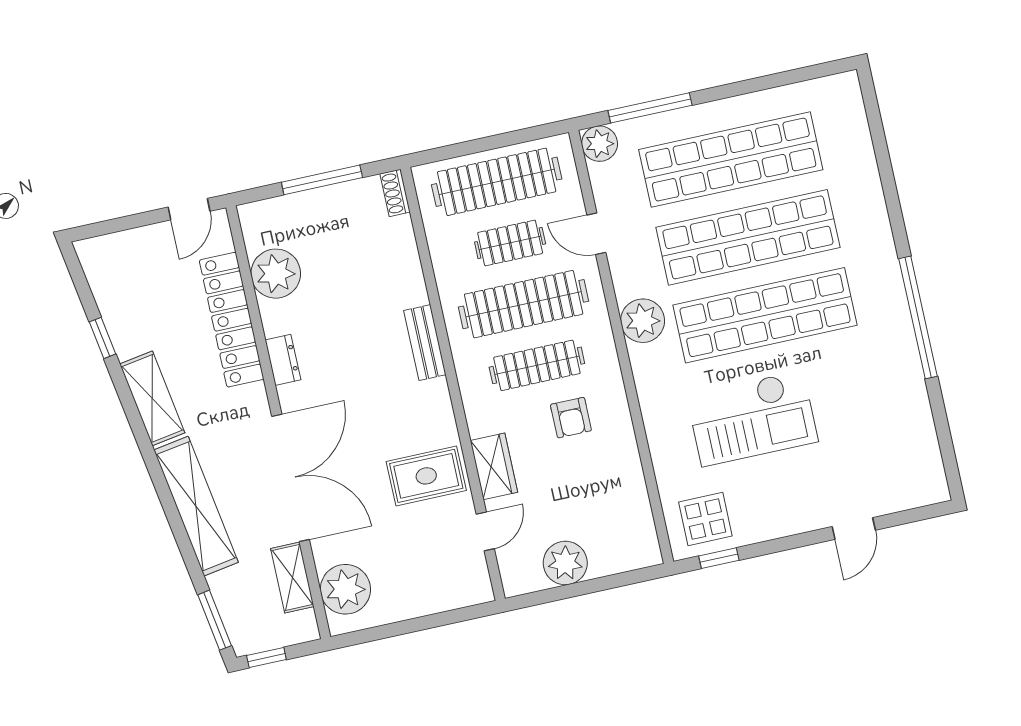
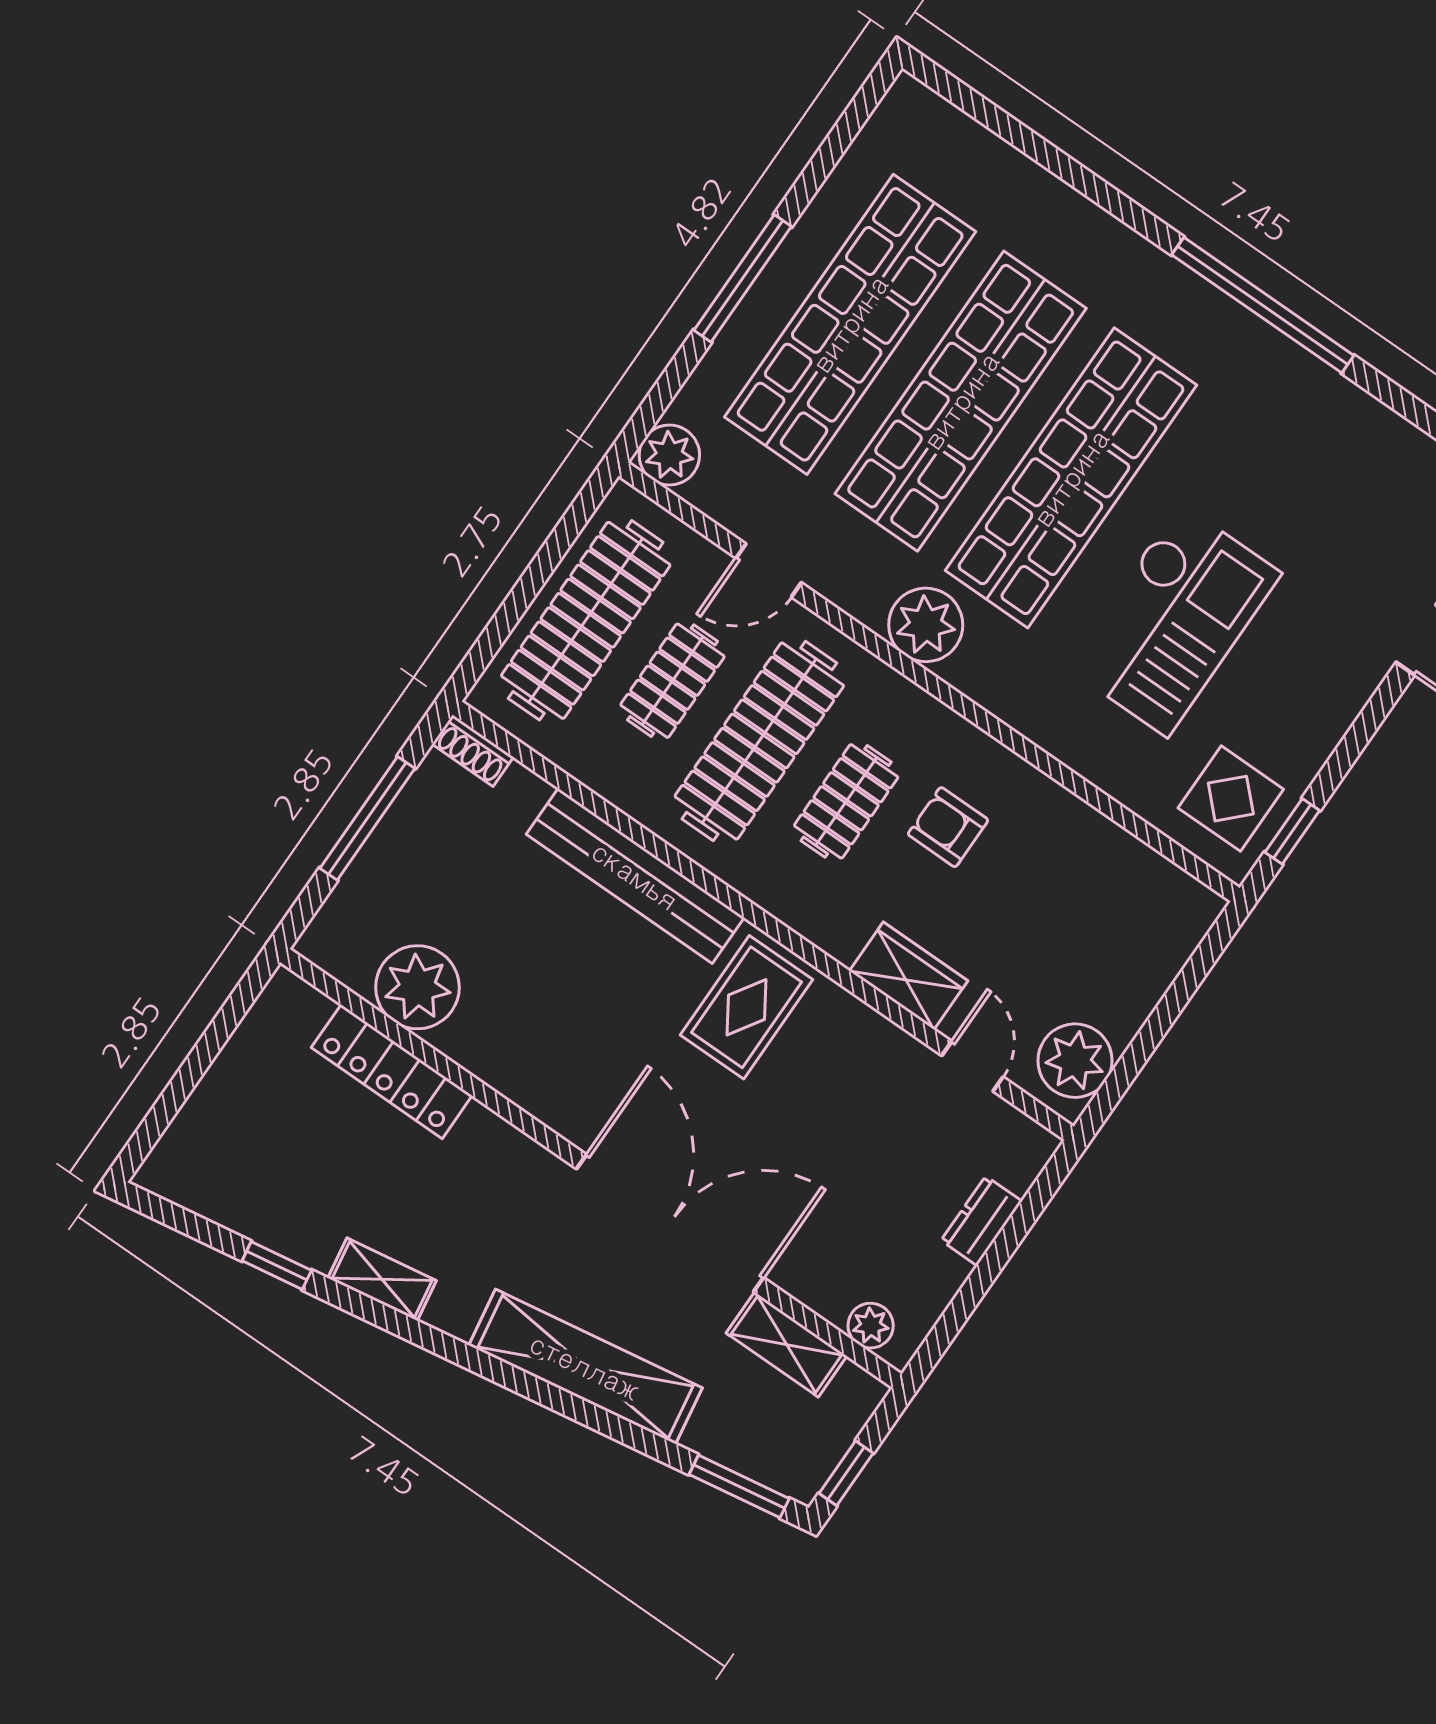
window: (650, 108) -> (743, 278), moved
door: (189, 209) -> (236, 1007), removed
locker: (232, 320) -> (392, 1072), width x0.71, depth x0.83
bench: (425, 343) -> (635, 876), width x1.86, depth x1.21
dresser: (283, 360) -> (982, 1221), moved, turned -90
clothes rail: (537, 365) -> (846, 801), width x0.73
shelving: (152, 398) -> (382, 1279), width x0.67, depth x0.75
armchair: (571, 418) -> (948, 827), turned 180
rug: (426, 476) -> (747, 1007), moved
plant: (565, 563) -> (1075, 1061), moved
plant: (345, 589) -> (871, 1326), width x0.53, depth x0.53

